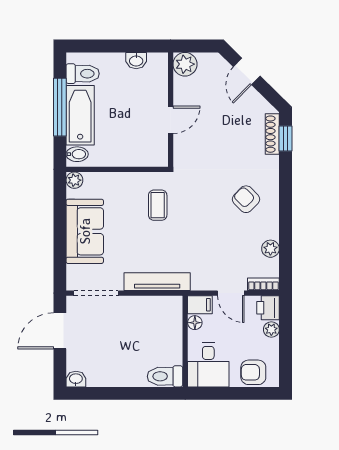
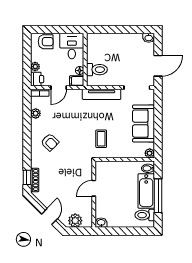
washbasin: (136, 61) -> (101, 223), moved
plant: (185, 64) -> (75, 221), moved
door: (231, 293) -> (59, 88), swing flipped
toilet: (165, 376) -> (97, 70), moved

